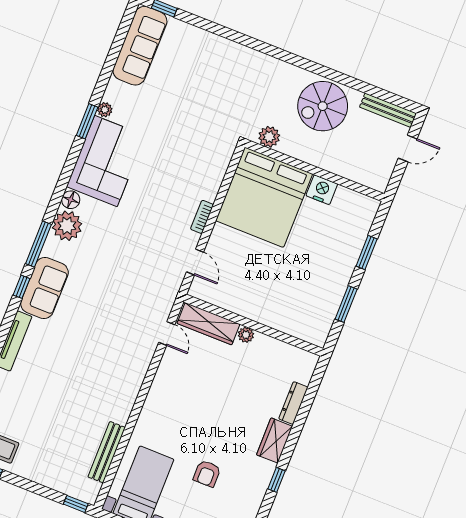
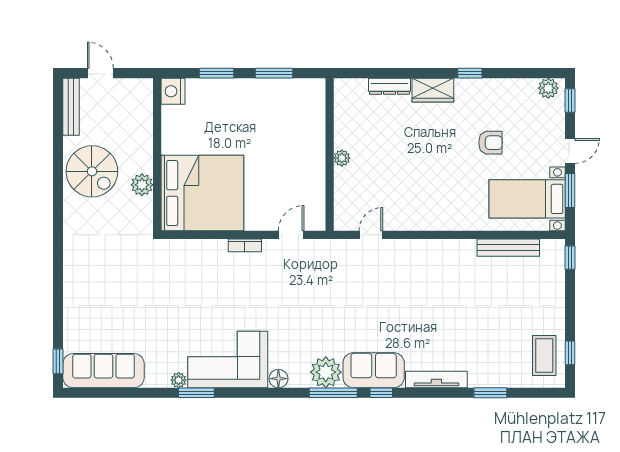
plant: (269, 137) -> (142, 185), moved
nightstand: (322, 190) -> (173, 91), moved
plant: (67, 226) -> (326, 372), moved
wardrobe: (208, 324) -> (345, 198), removed

